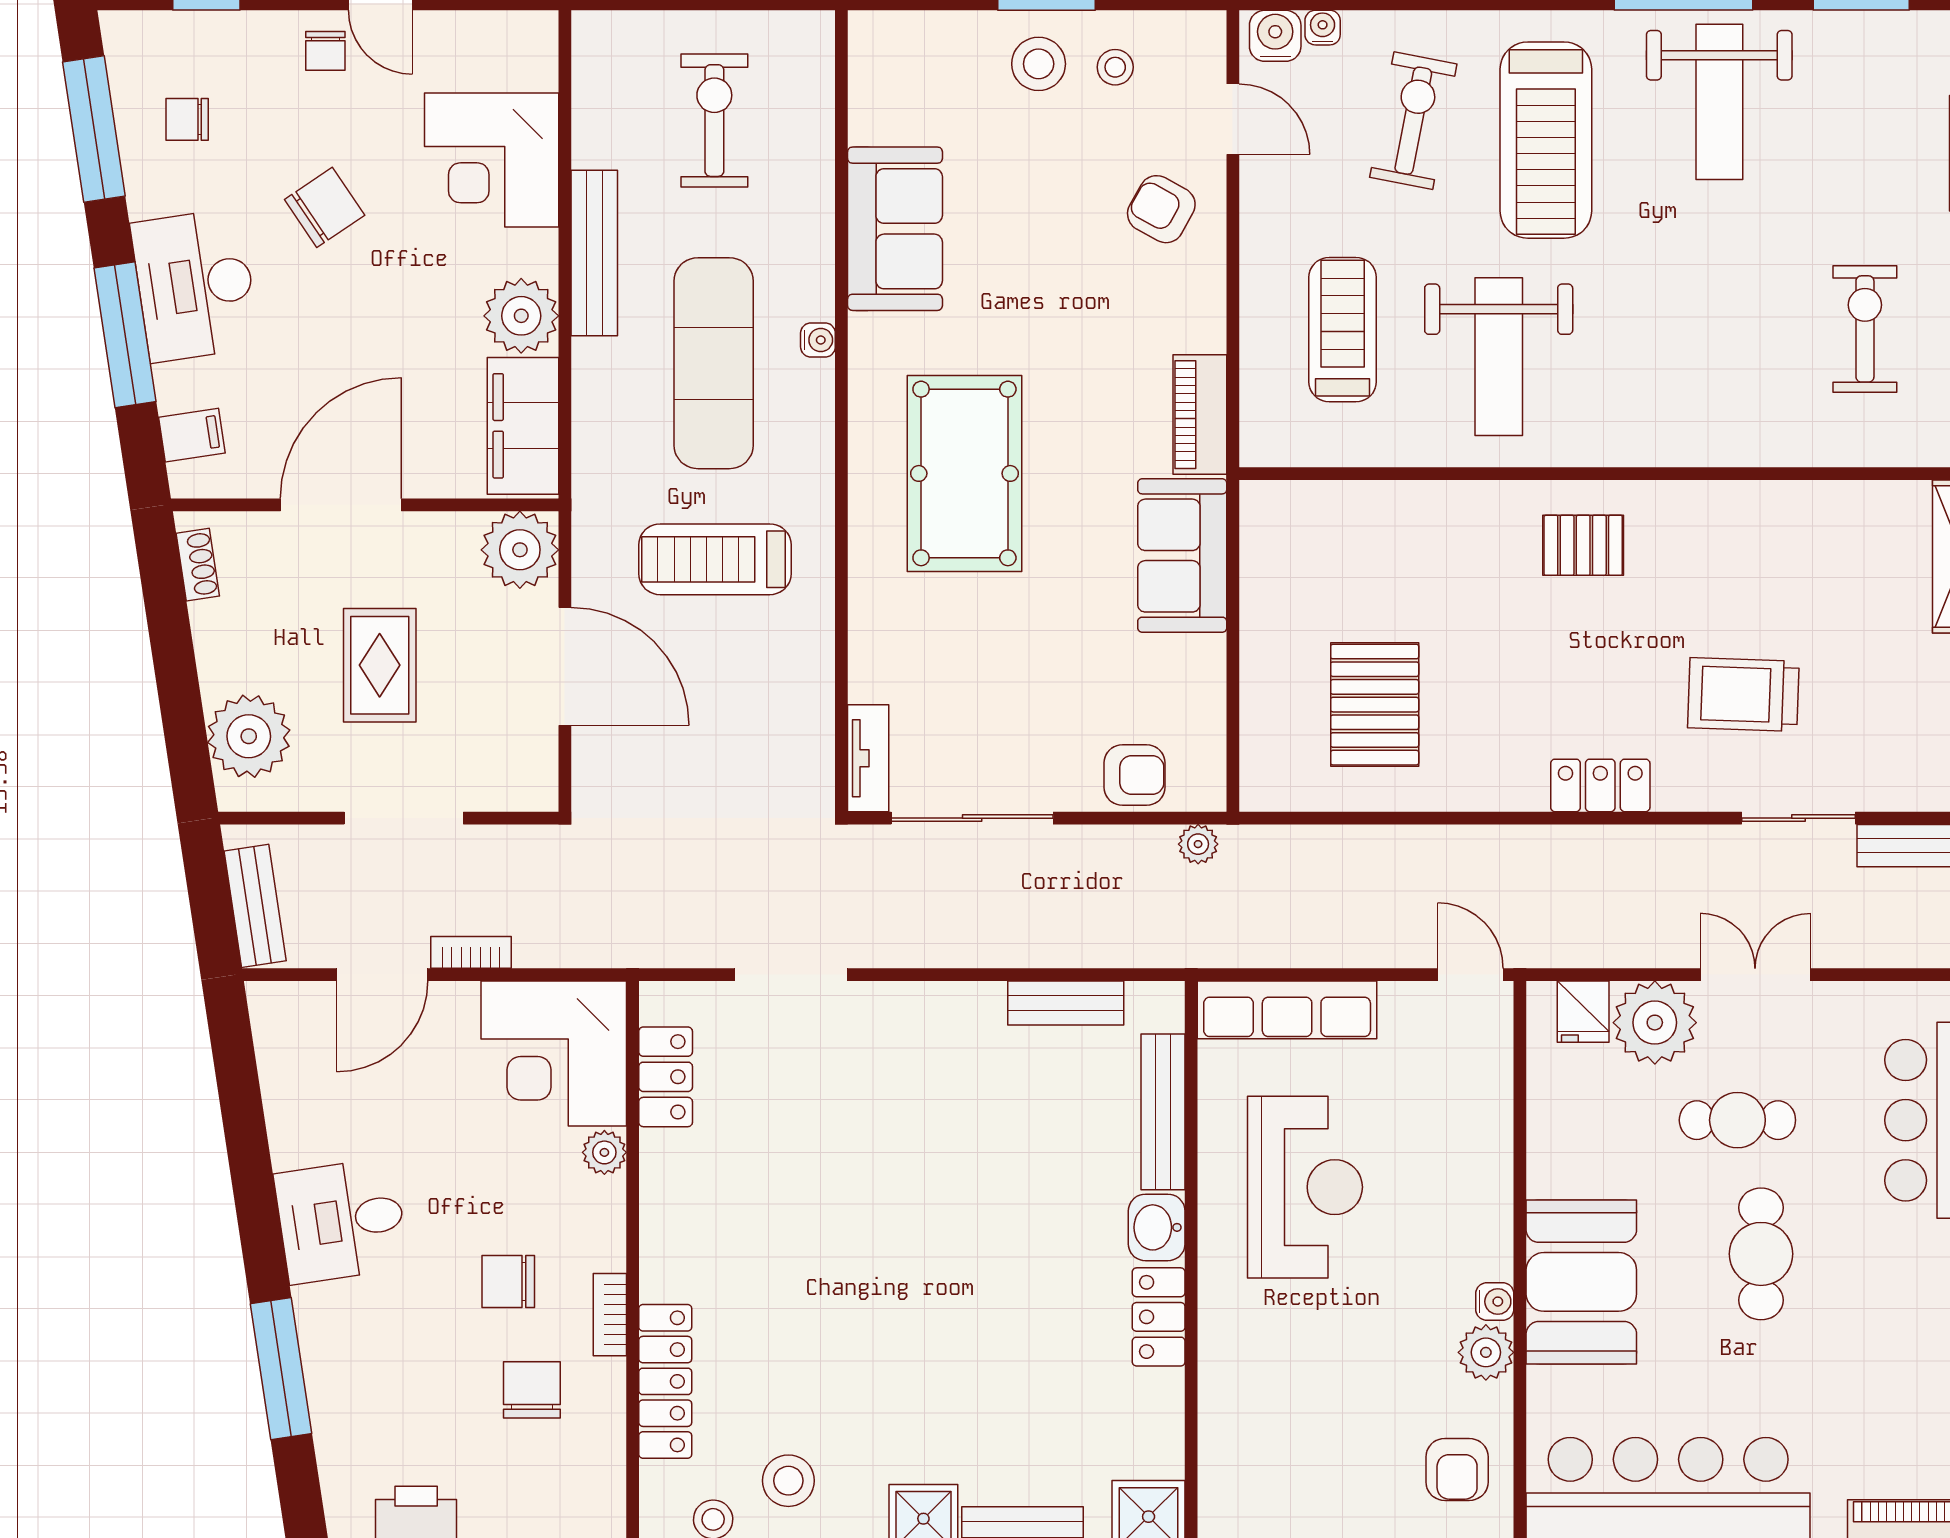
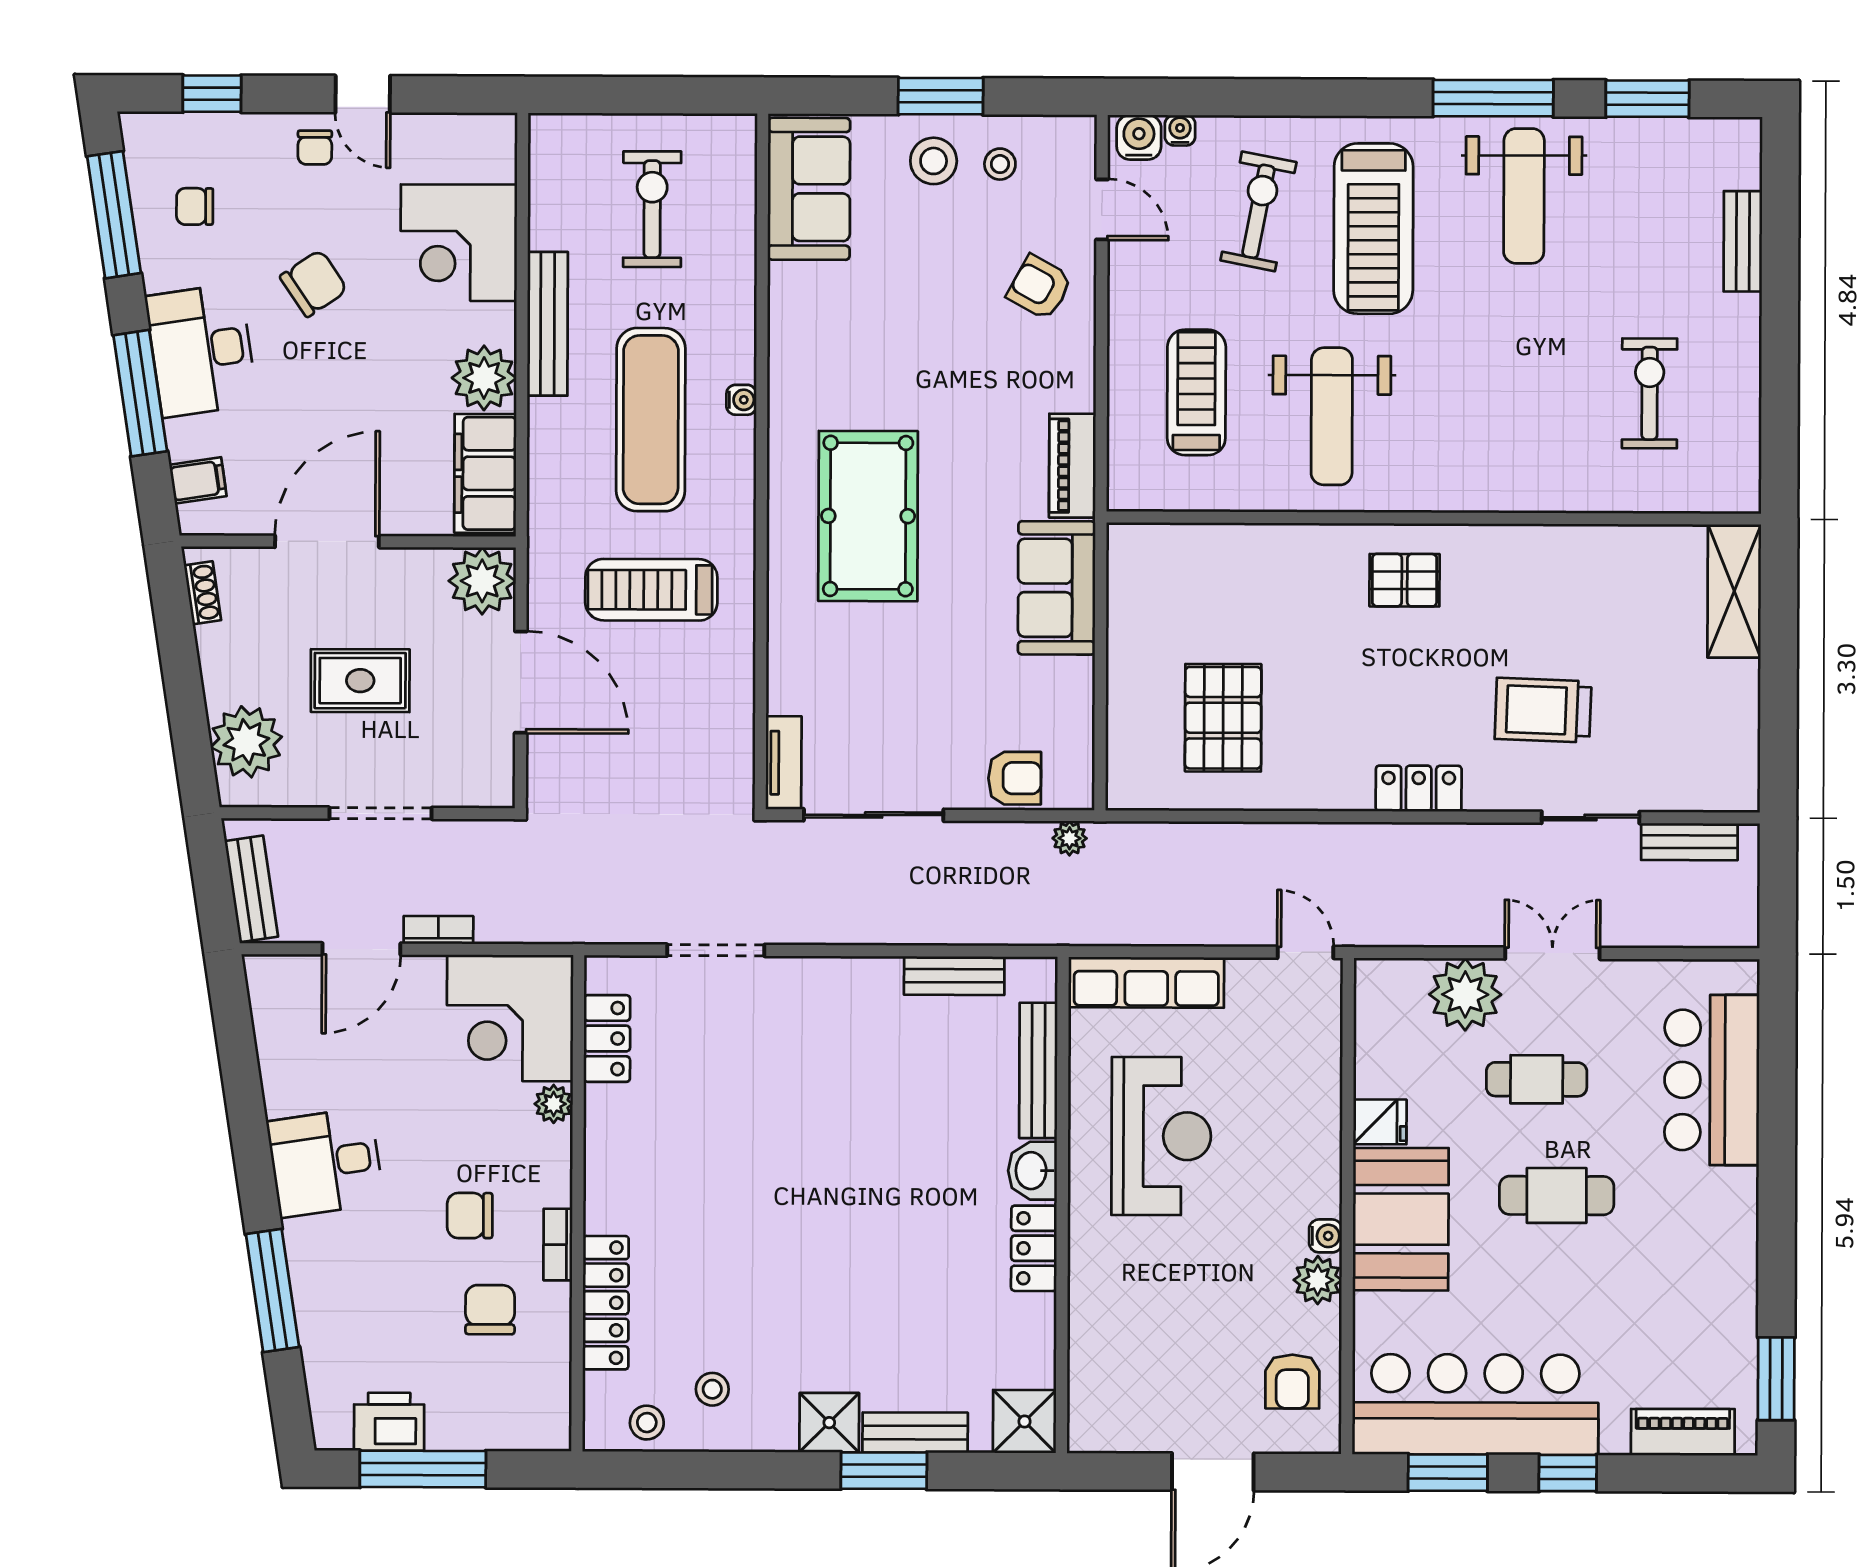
sofa: (895, 229) -> (809, 189), moved
rug: (380, 665) -> (360, 681), turned 90
fridge: (1583, 1012) -> (1380, 1122), moved, turned -90
cafe table: (1761, 1254) -> (1557, 1195), turned 90
stool: (788, 1481) -> (712, 1389), width x0.73, depth x0.73

